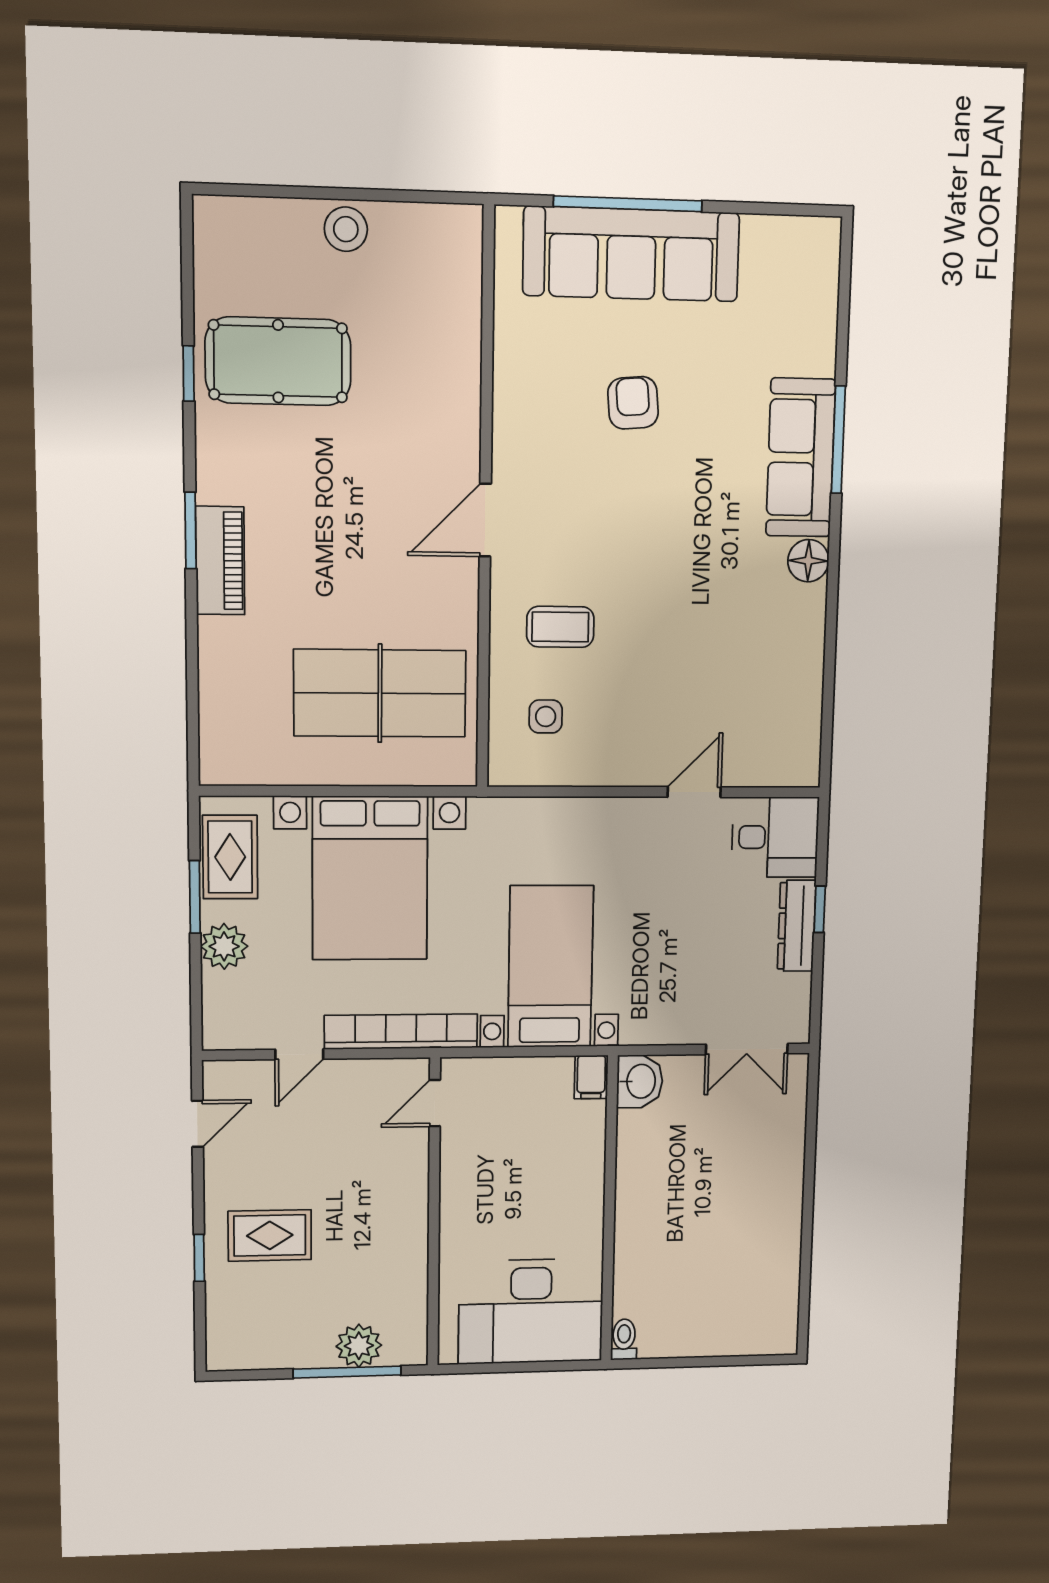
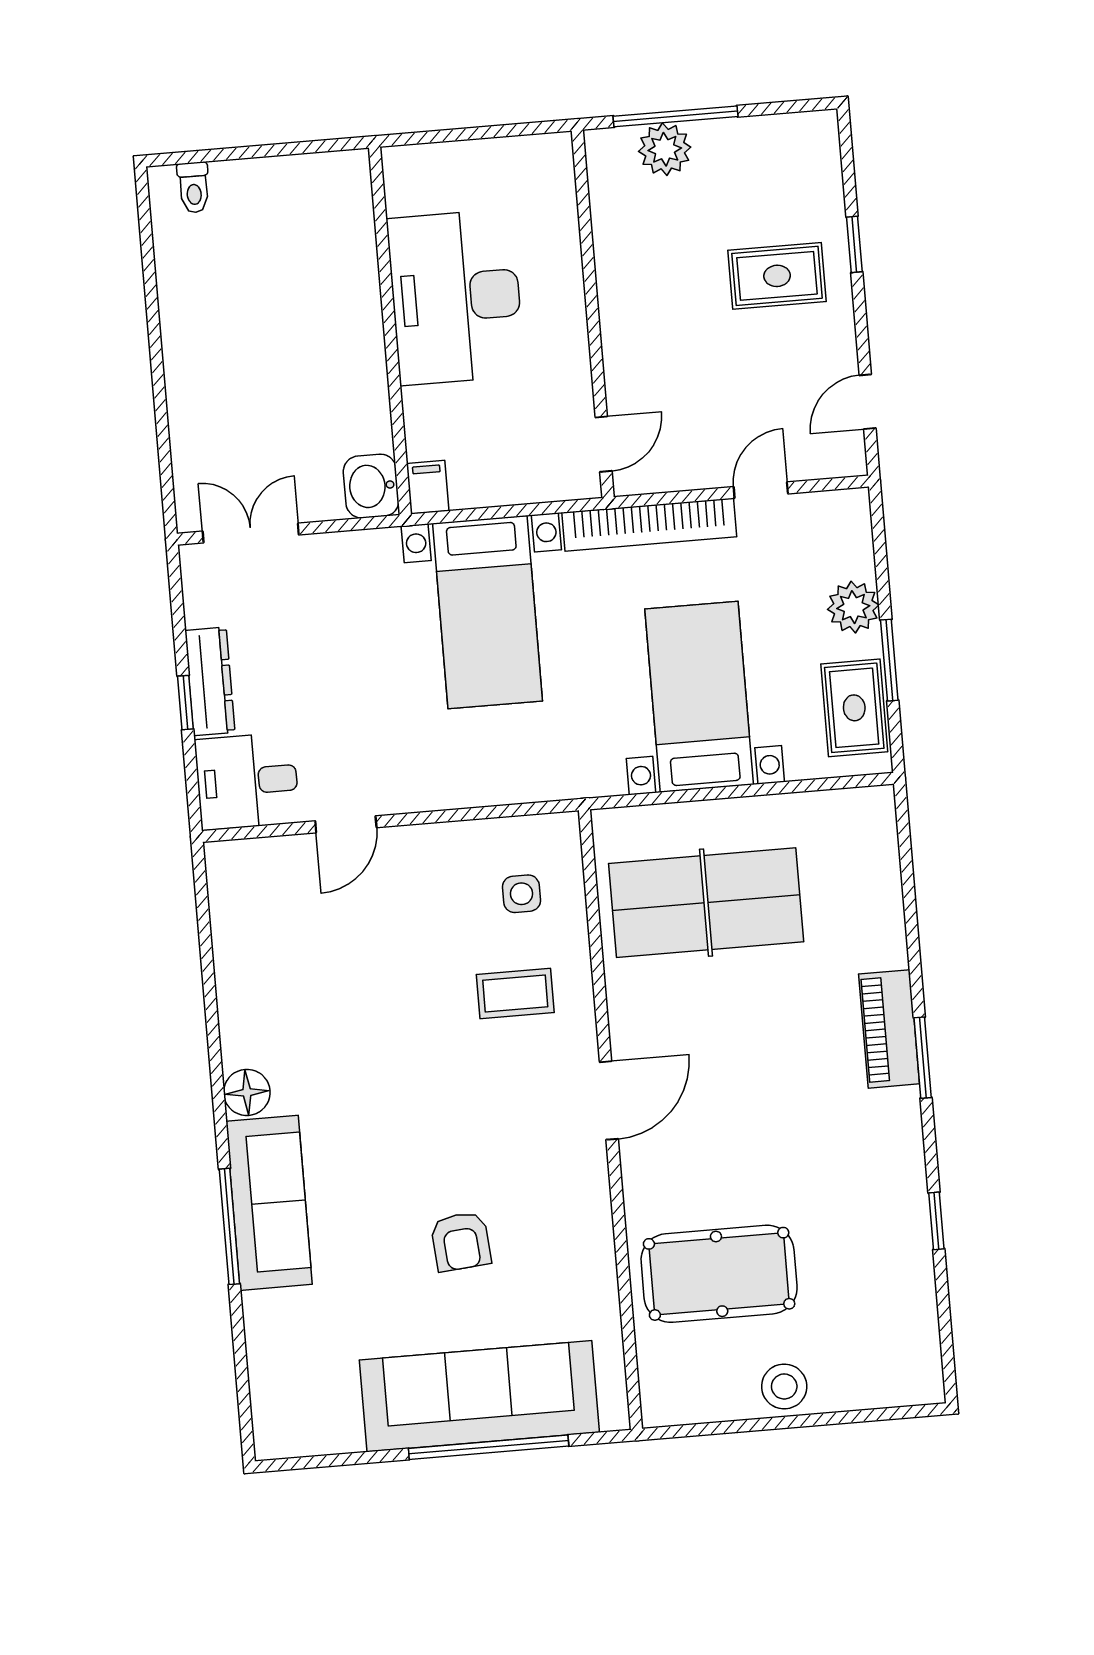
pool table: (278, 361) -> (719, 1274), moved
bed with nightstands: (370, 878) -> (699, 697), width x0.73
desk: (531, 1311) -> (456, 297), moved, turned -90
toilet: (624, 1340) -> (194, 187), moved

